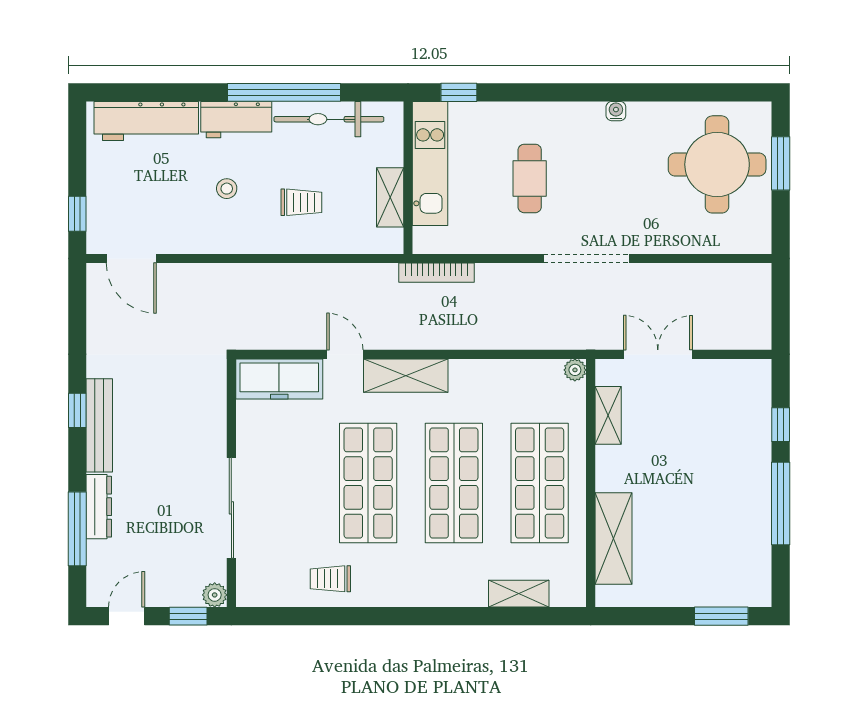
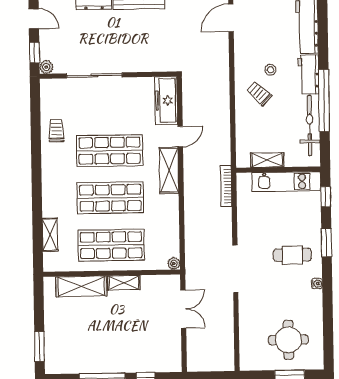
window: (542, 92) -> (326, 243), added
round table: (717, 164) -> (288, 340), width x0.73, depth x0.73
cafe table: (530, 178) -> (292, 255), moved
trolley: (301, 202) -> (259, 93), moved, turned 133
shelving: (608, 415) -> (124, 283), moved

